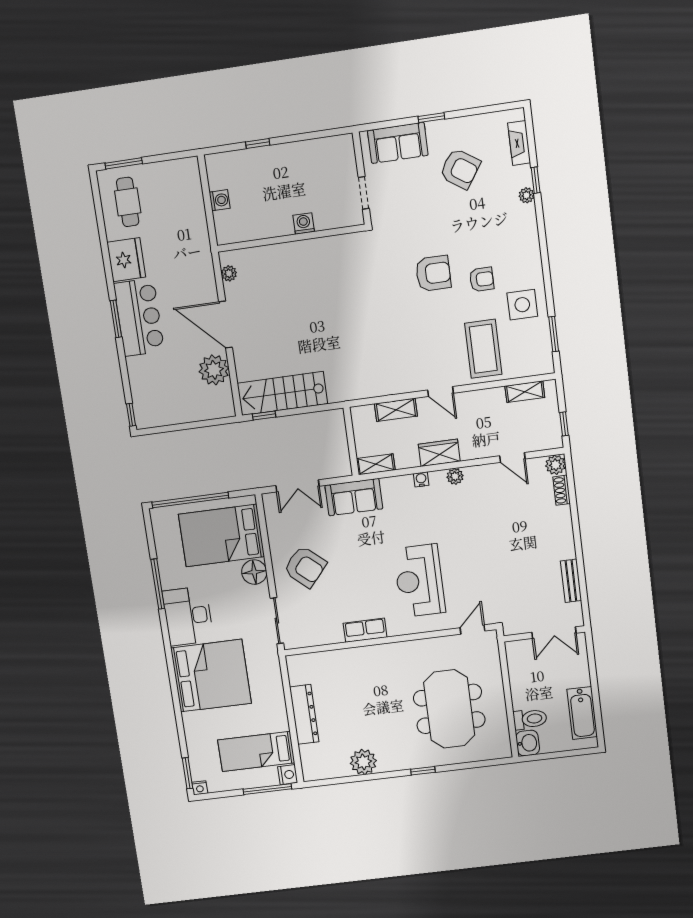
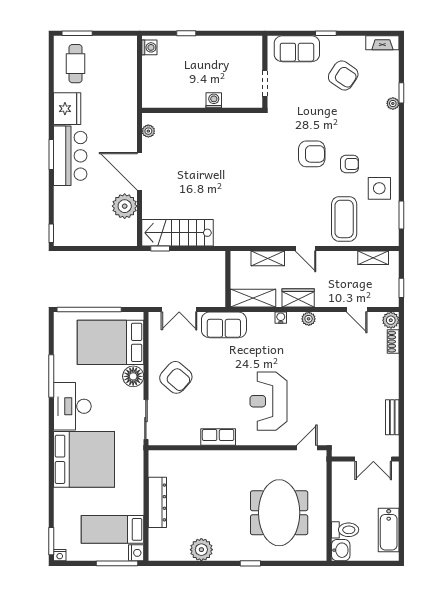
fireplace: (519, 143) -> (382, 43), moved, turned -90
washing machine: (220, 200) -> (149, 47), moved
shelving: (376, 464) -> (253, 298), width x1.50, depth x1.33

